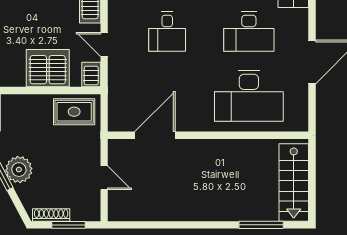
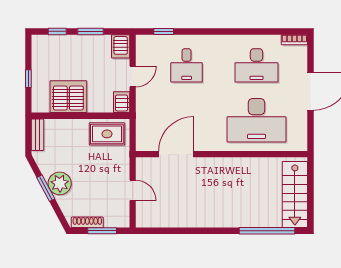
door: (104, 45) -> (133, 76), swing flipped
server rack: (48, 68) -> (68, 97), moved
window: (261, 225) -> (267, 231), width x1.46

